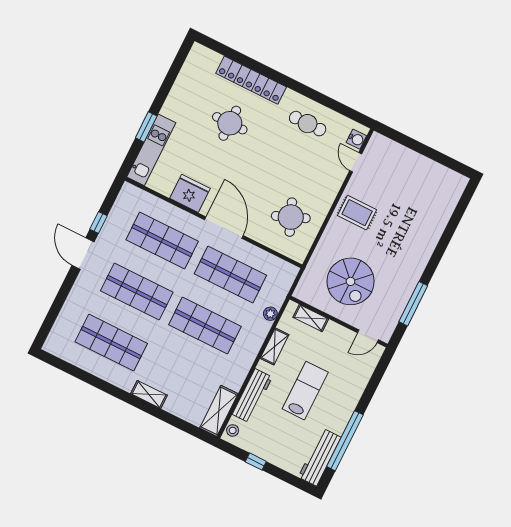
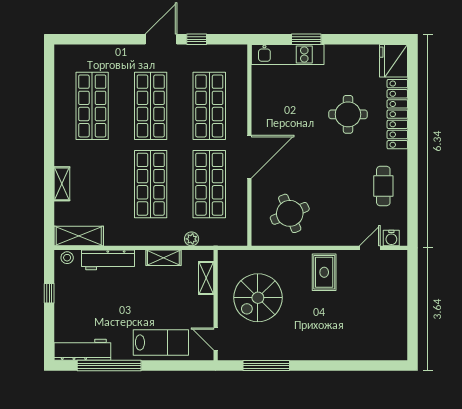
fridge: (190, 193) -> (394, 61), moved, turned 180
lab bench: (305, 391) -> (161, 342), moved
shelving: (149, 394) -> (62, 184), moved

